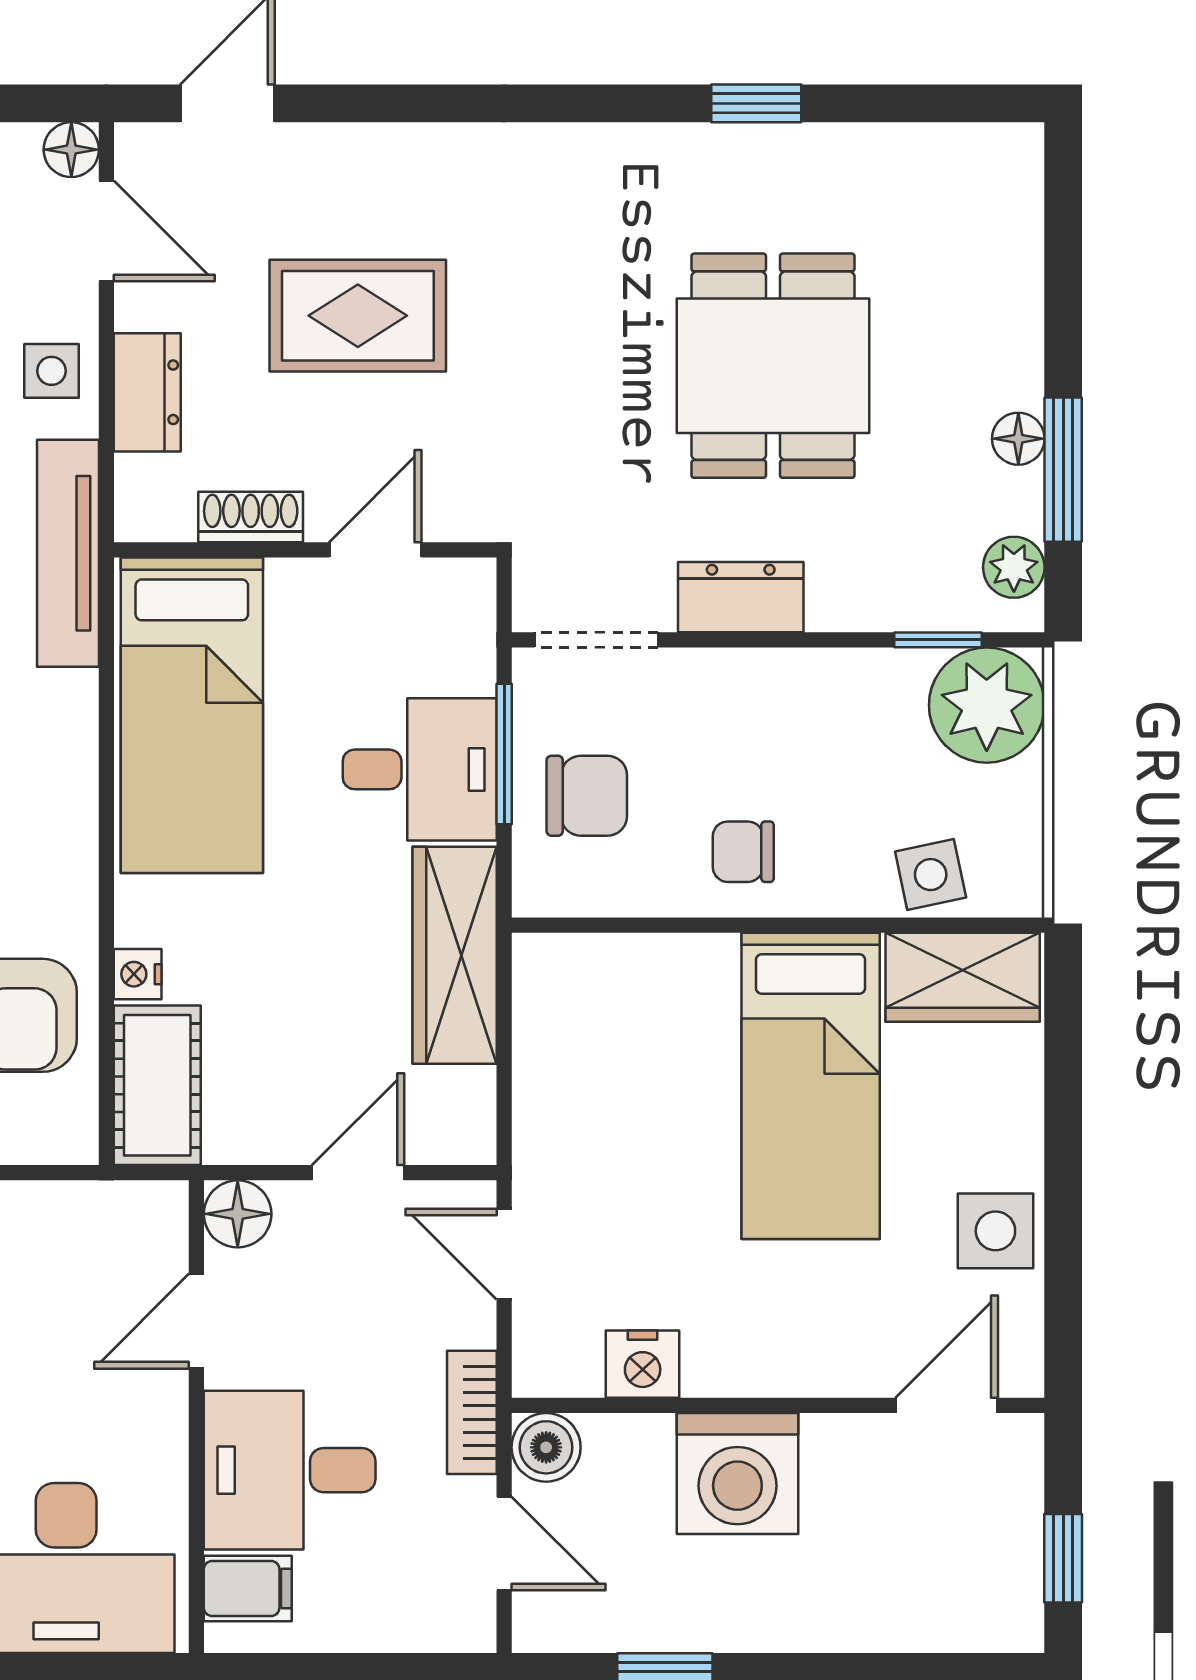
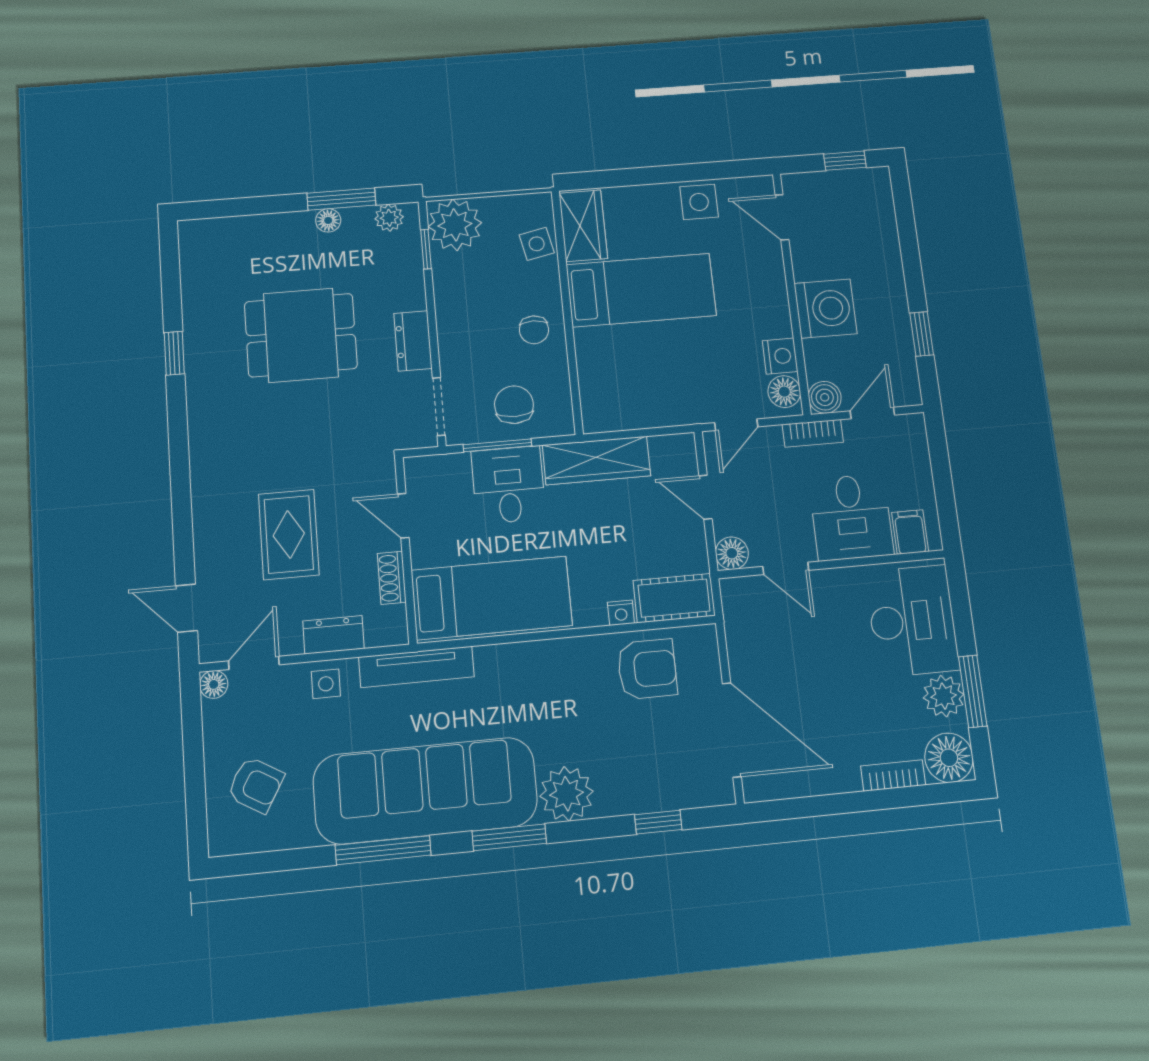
floor lamp: (566, 1364) -> (784, 392), added

